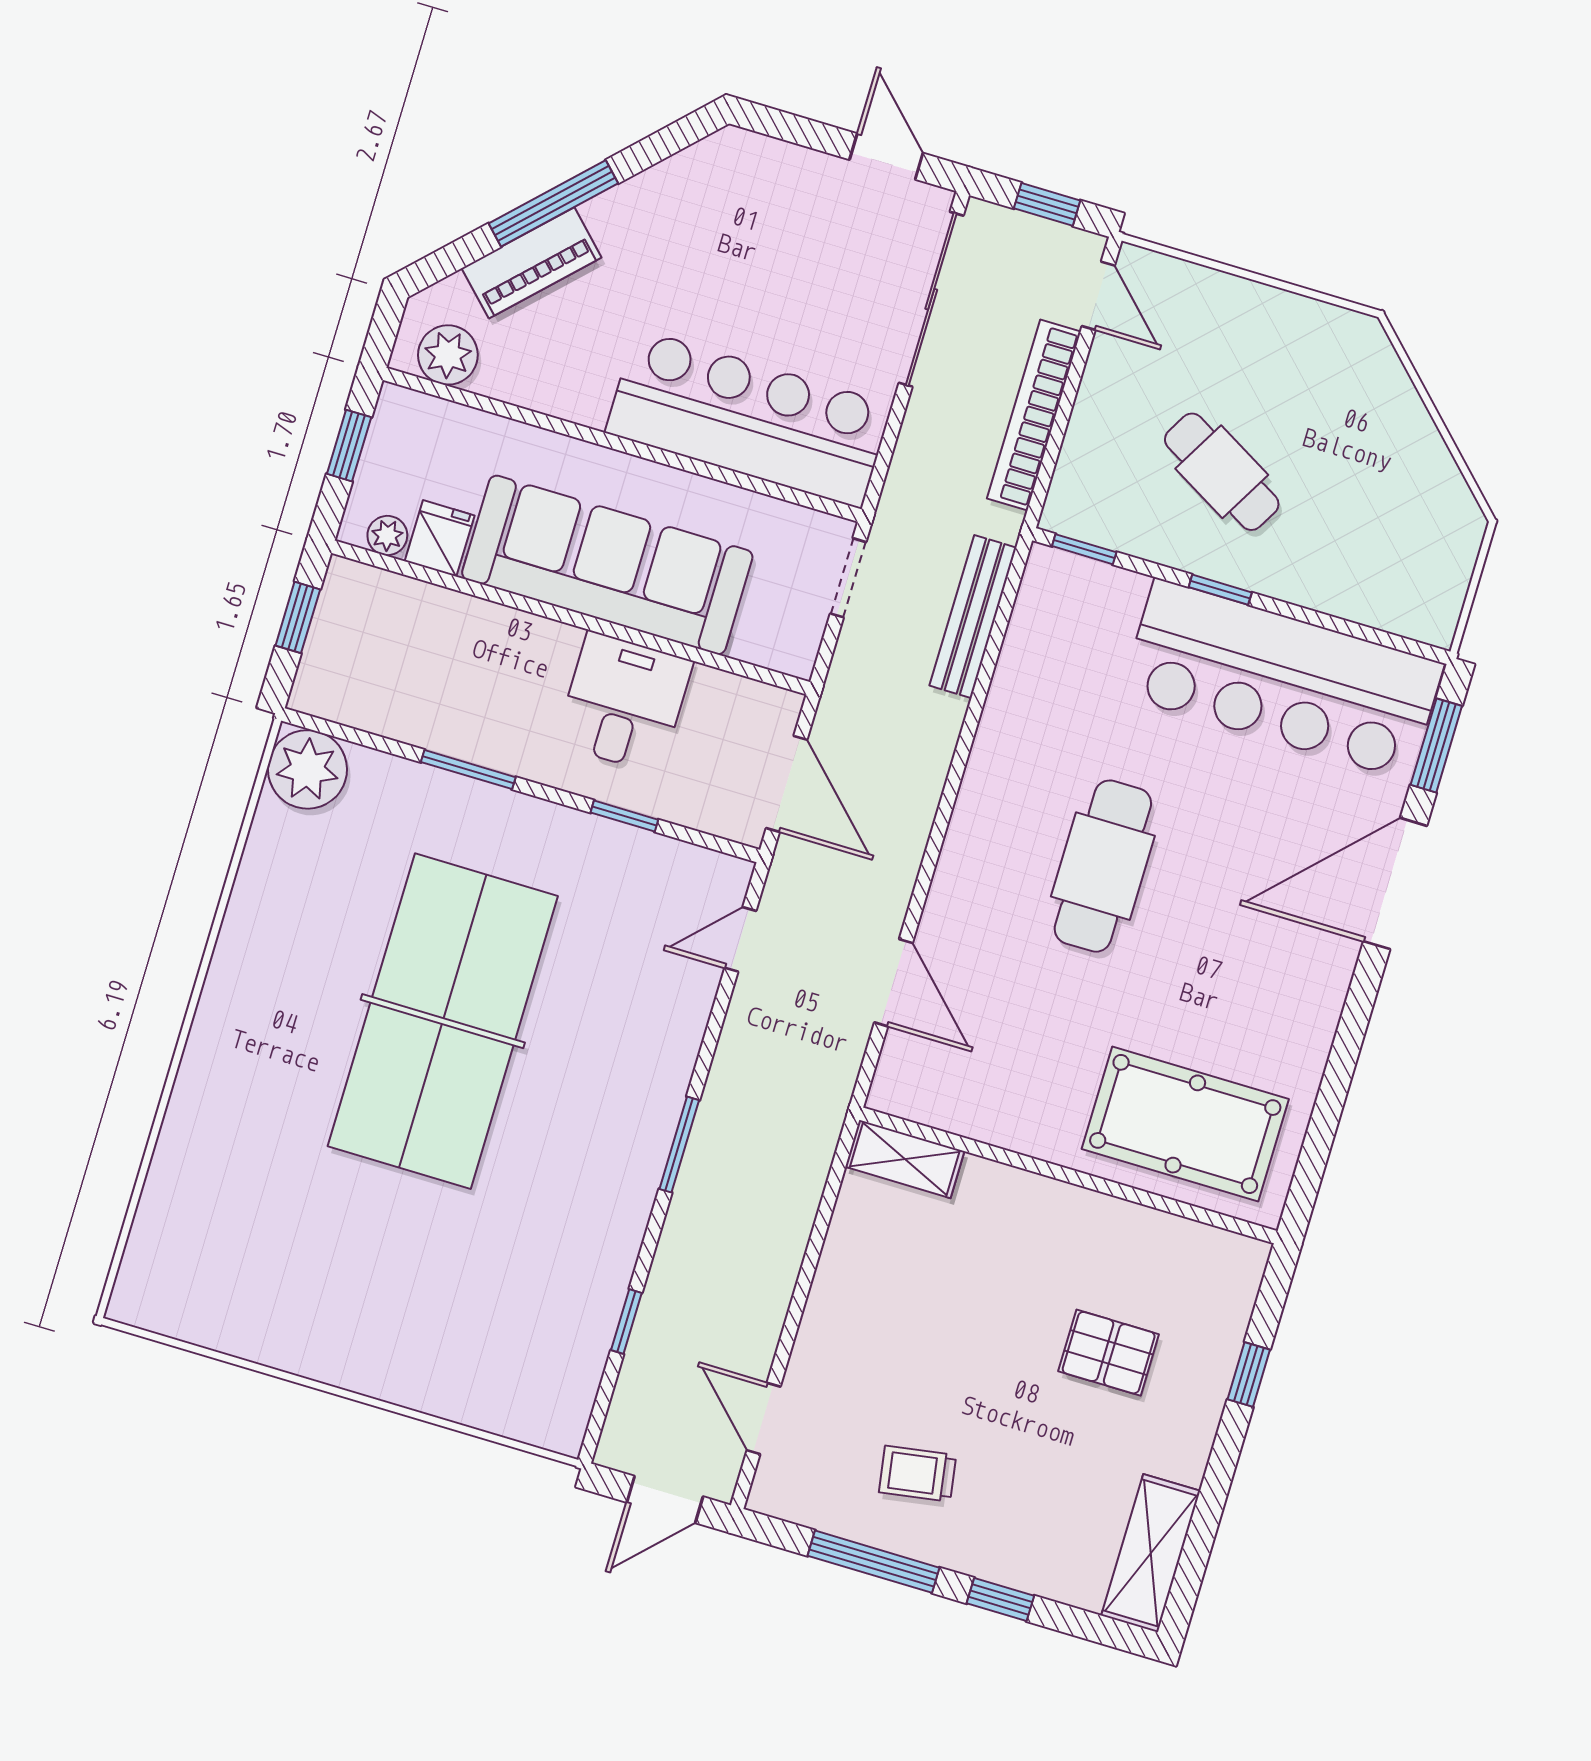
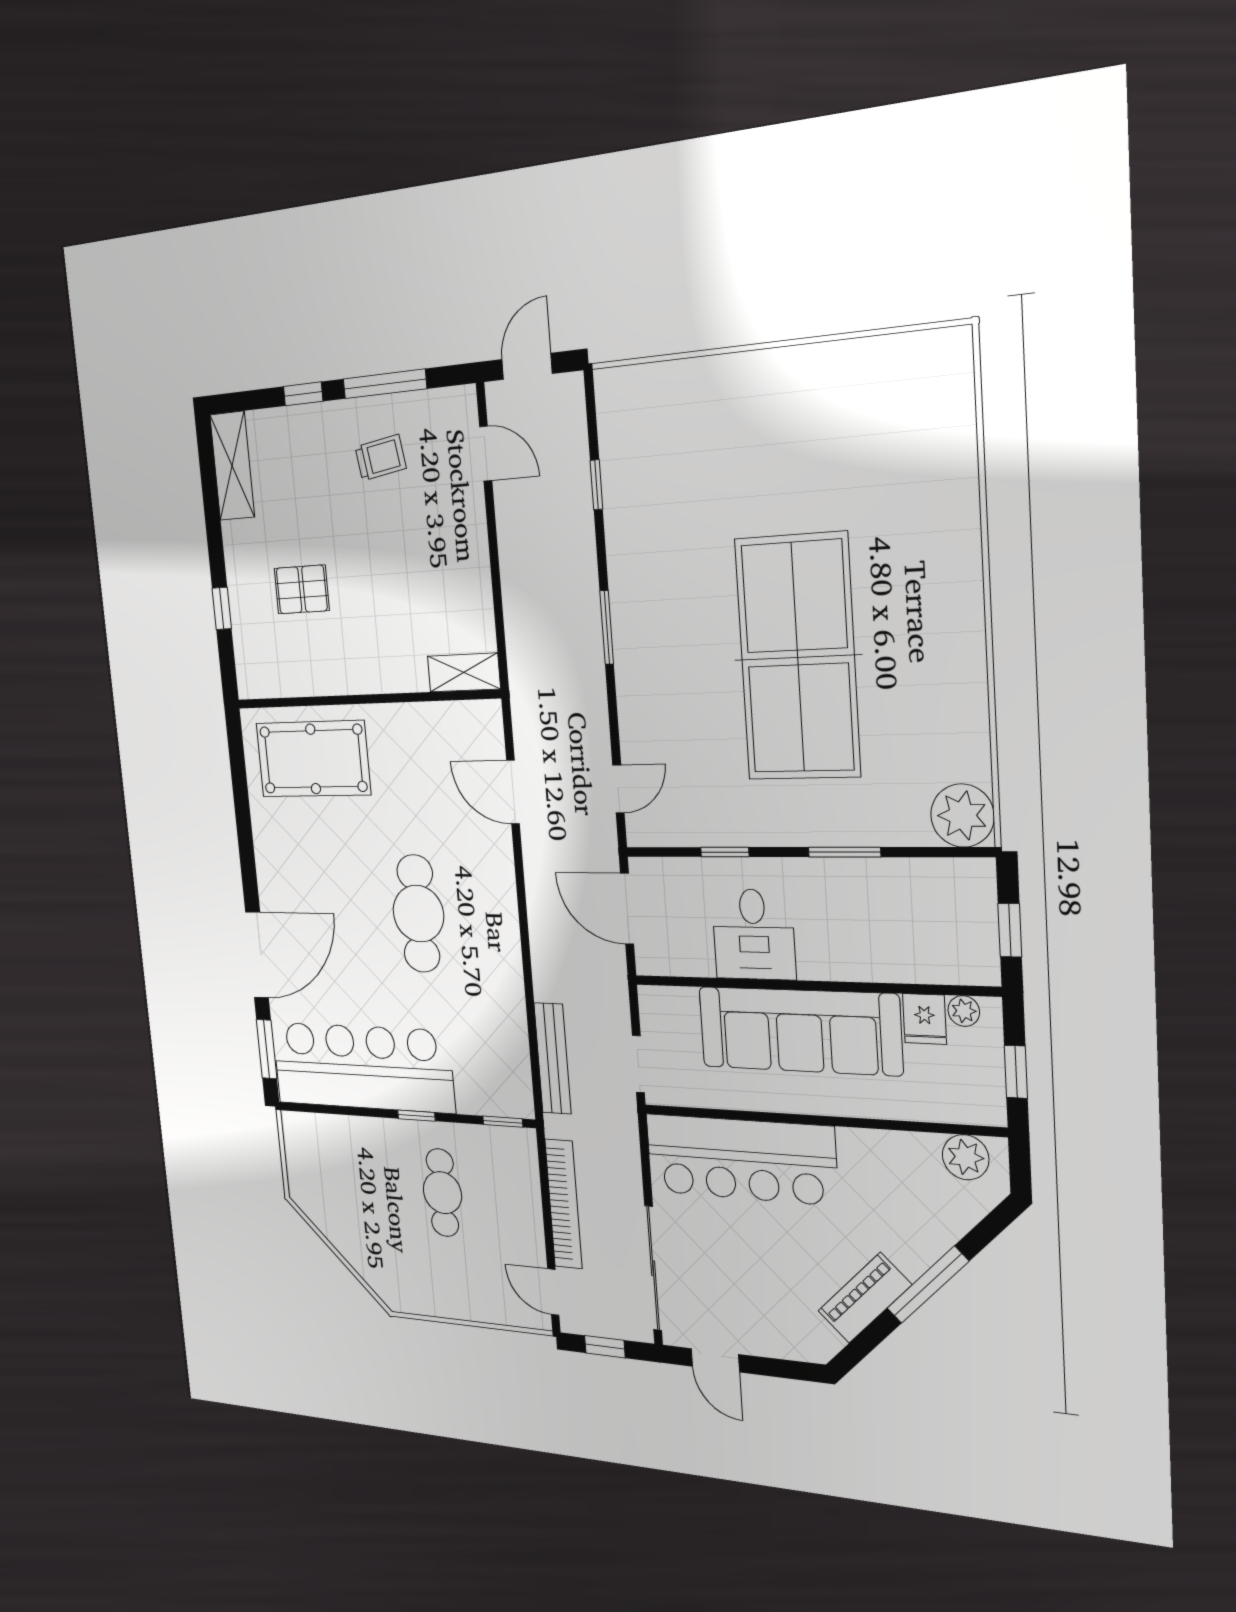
piano: (532, 263) -> (865, 1298), moved
cafe table: (1222, 472) -> (442, 1193), turned 60

